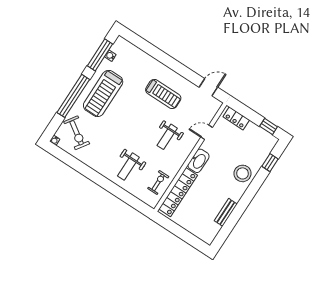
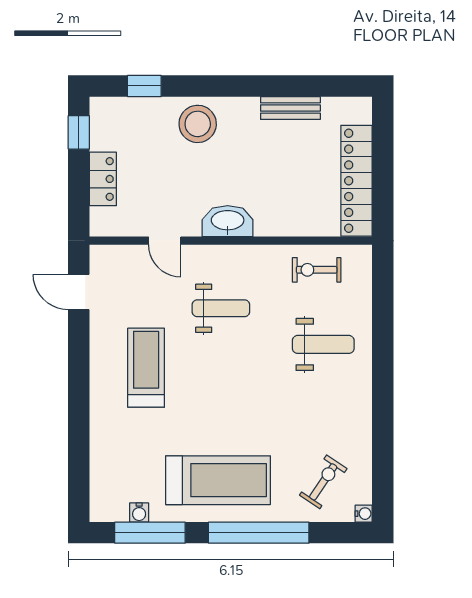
locker: (236, 118) -> (103, 179), moved
exercise bike: (77, 133) -> (323, 482), width x0.73, depth x0.72
locker: (178, 192) -> (357, 181), moved, turned -90

